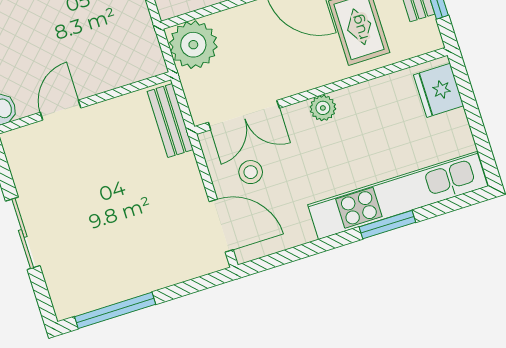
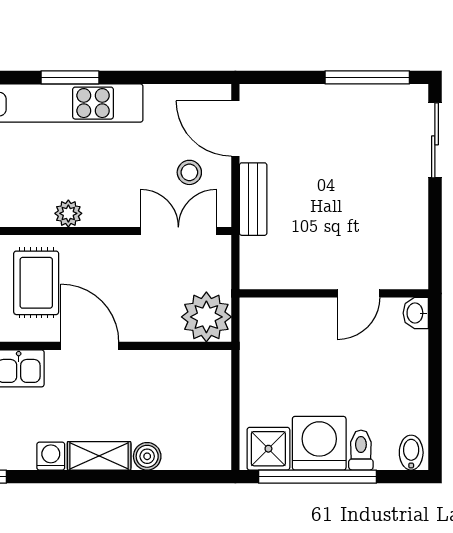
plant: (323, 108) -> (68, 213), moved
bench: (170, 121) -> (253, 199), moved
sliding door: (23, 233) -> (435, 140), moved

